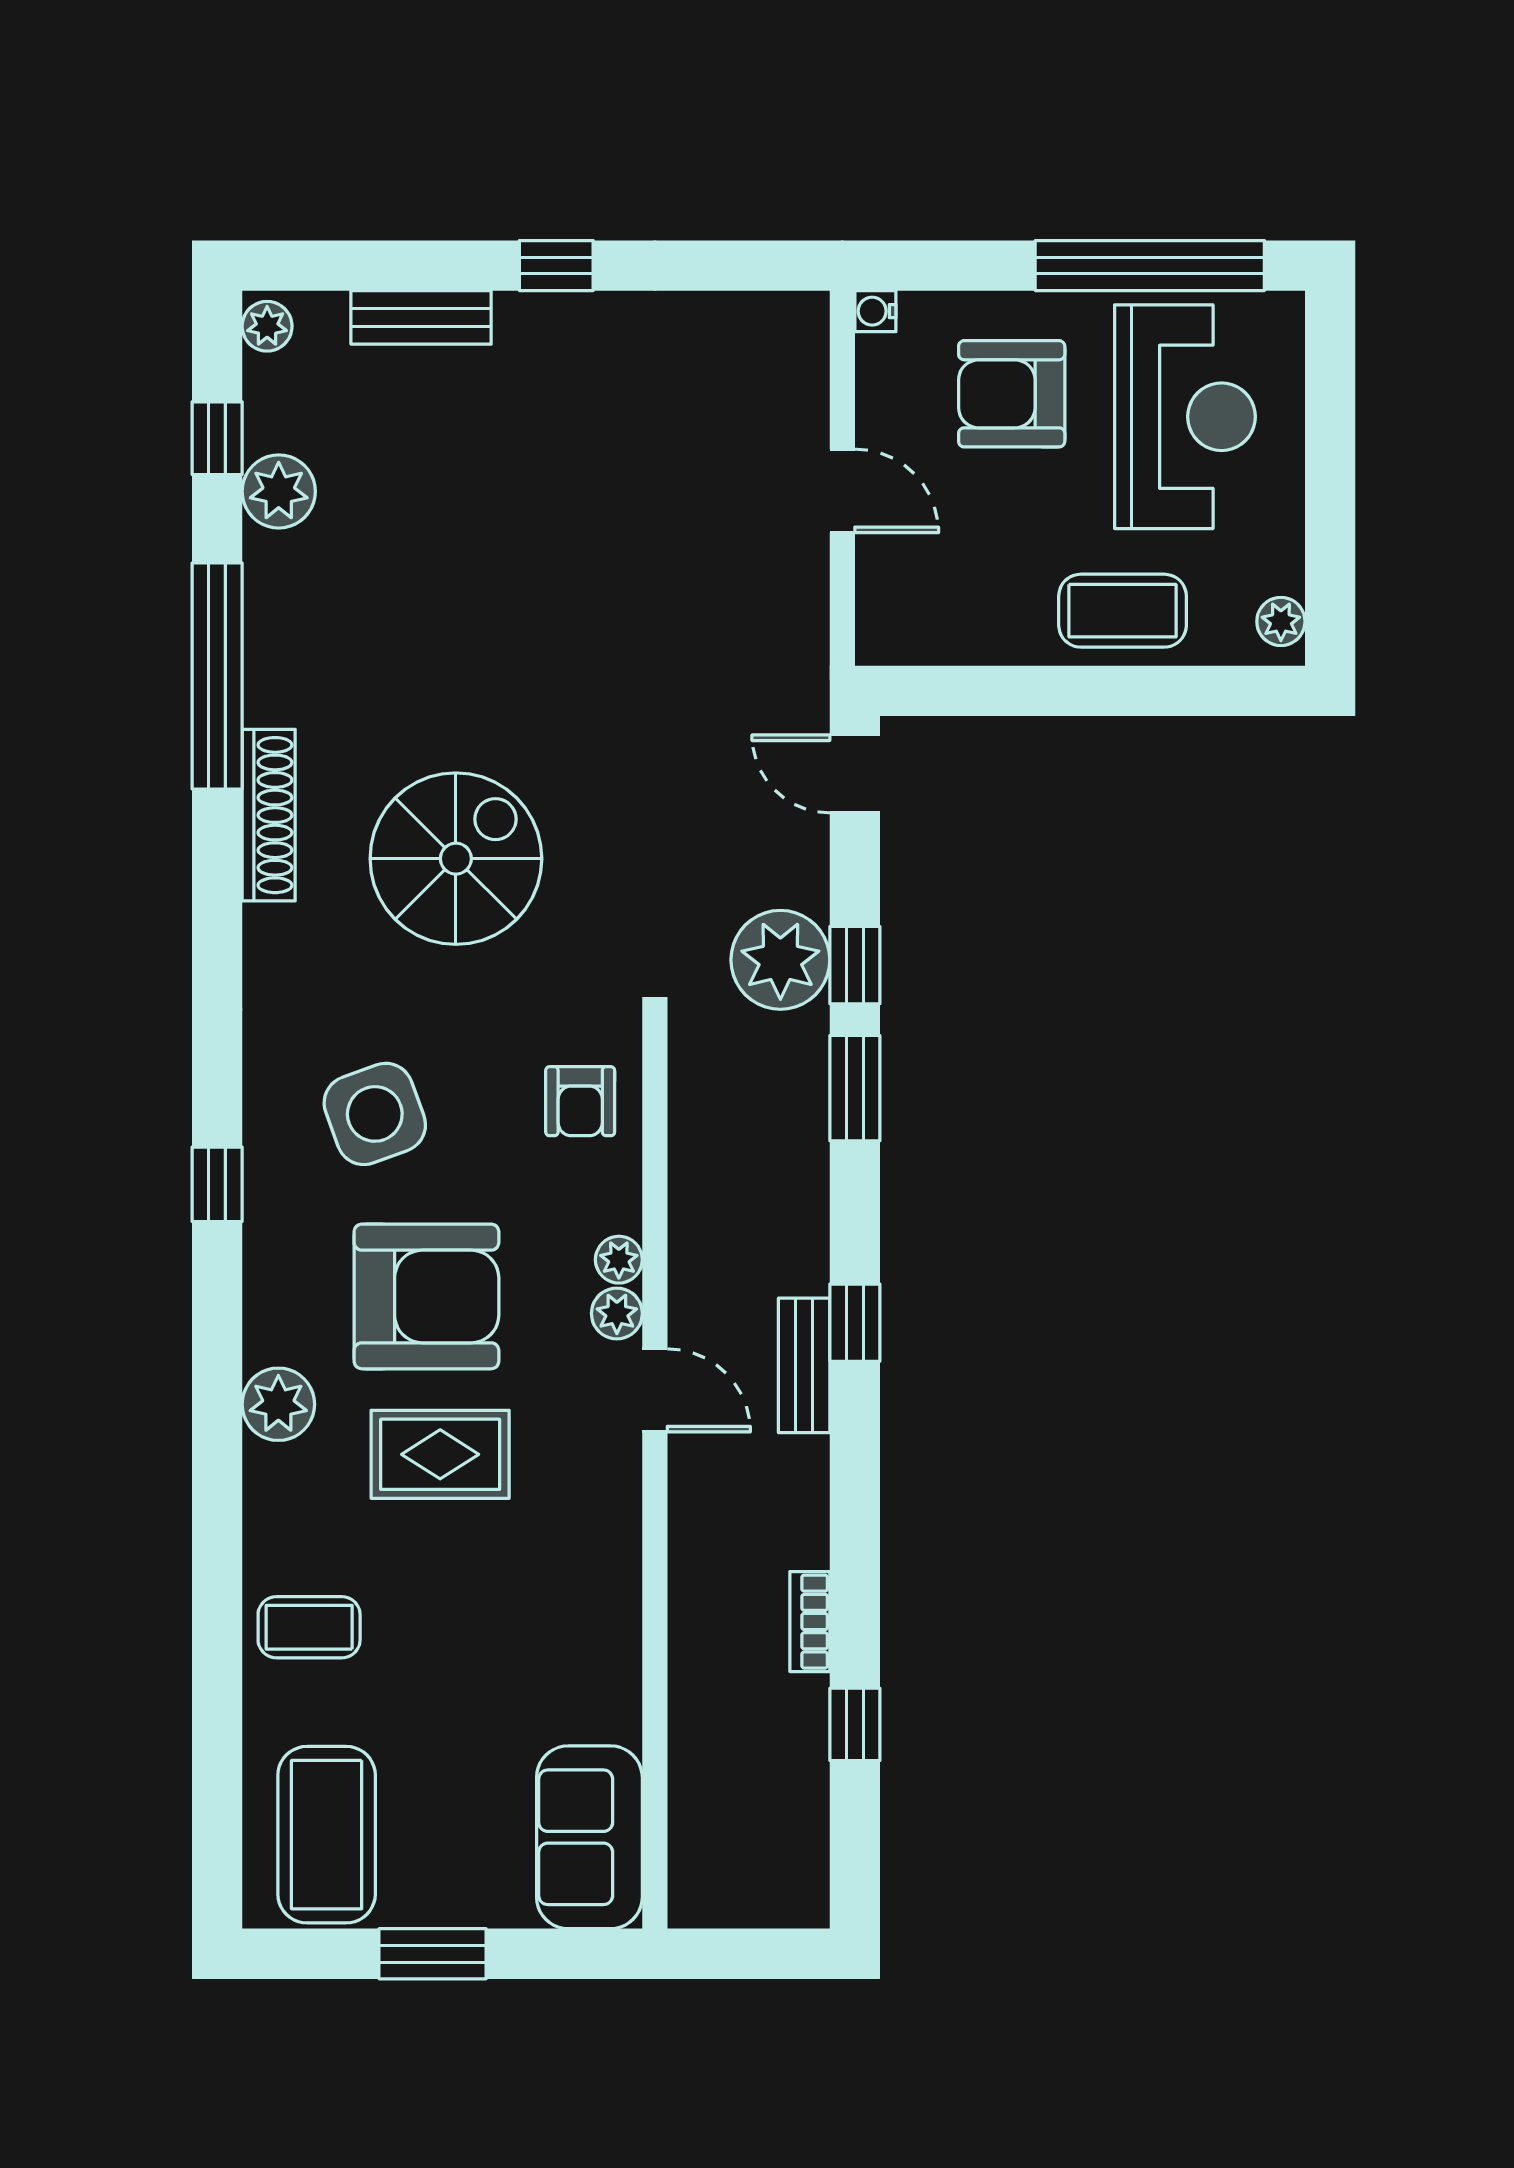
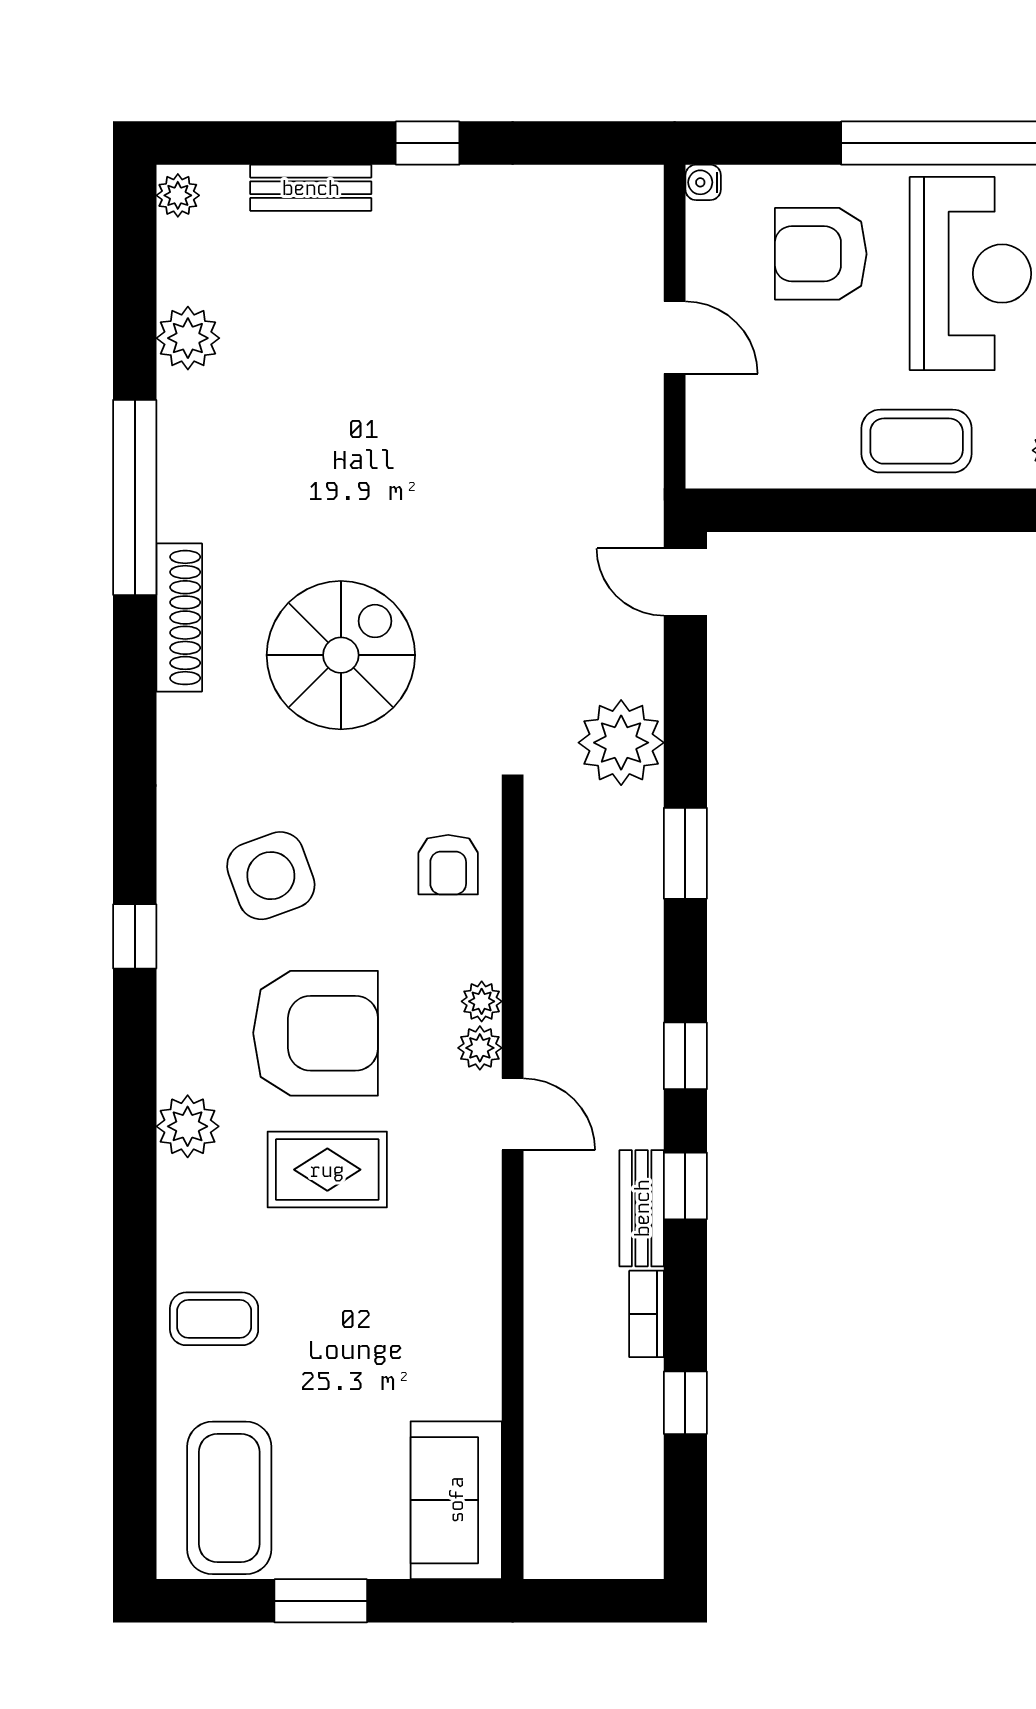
window: (217, 438) -> (135, 292), removed
window: (855, 965) -> (685, 1186), moved
bench: (804, 1365) -> (642, 1208), moved

